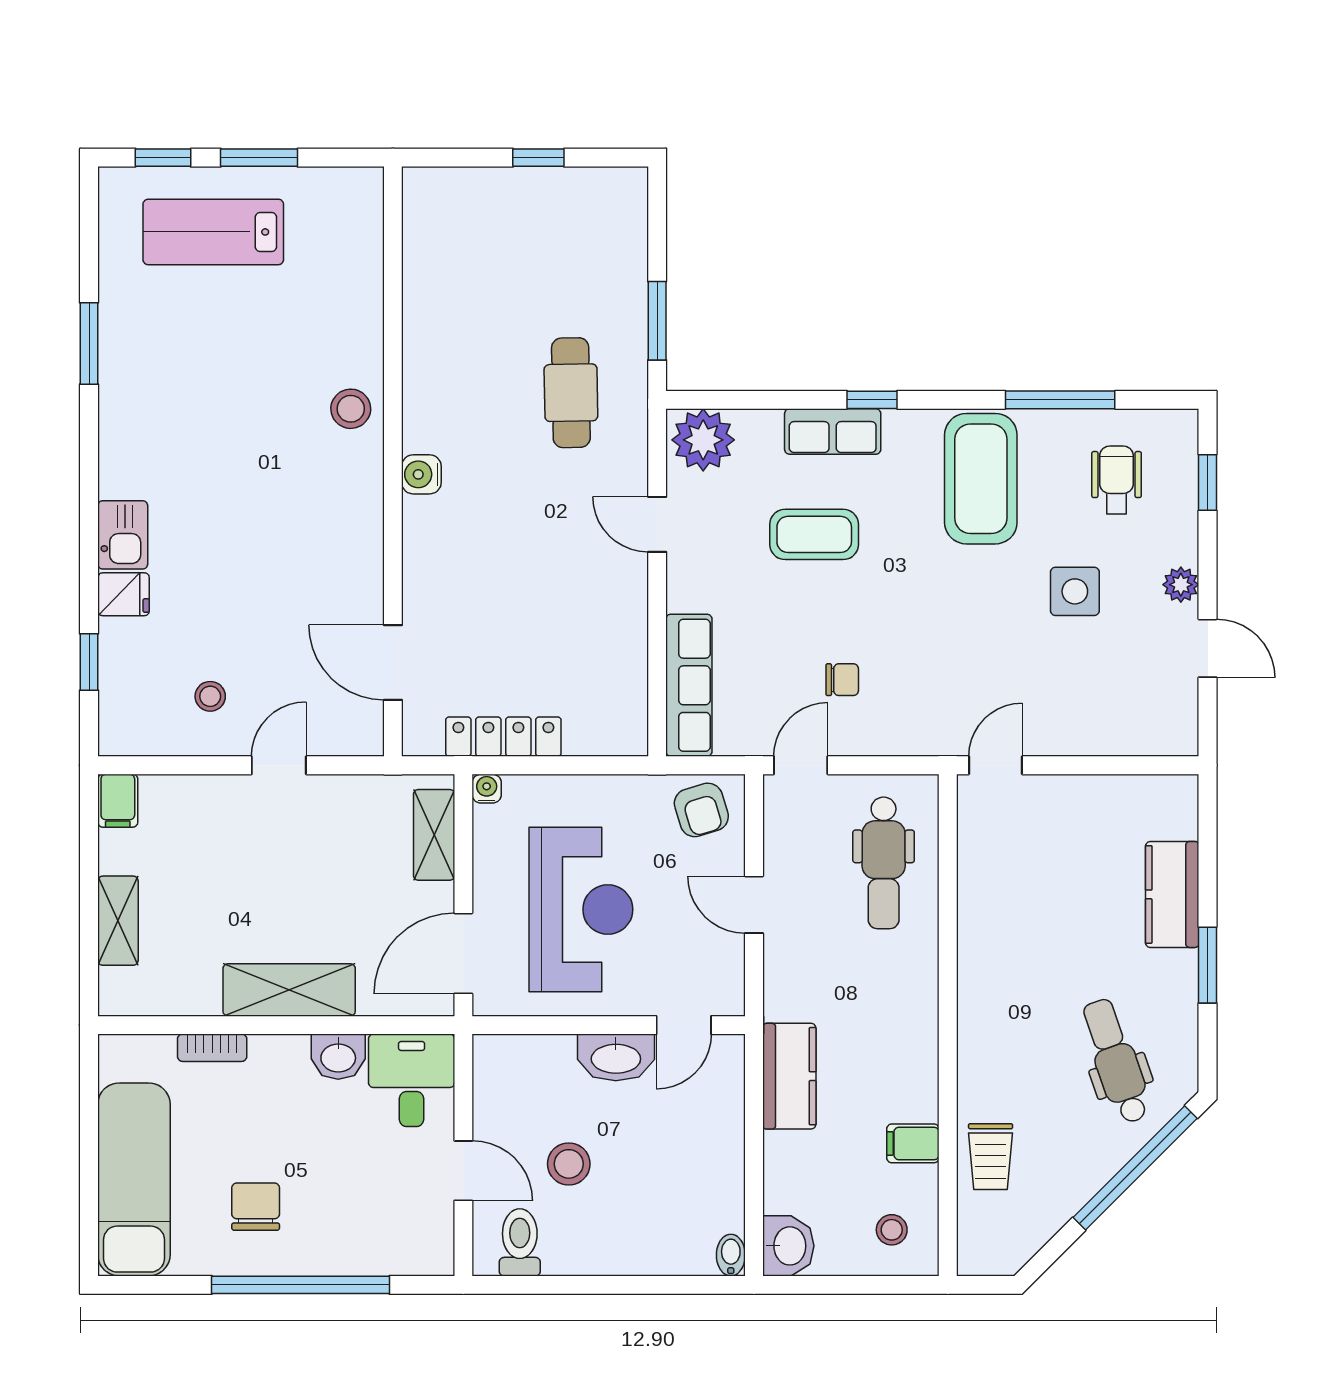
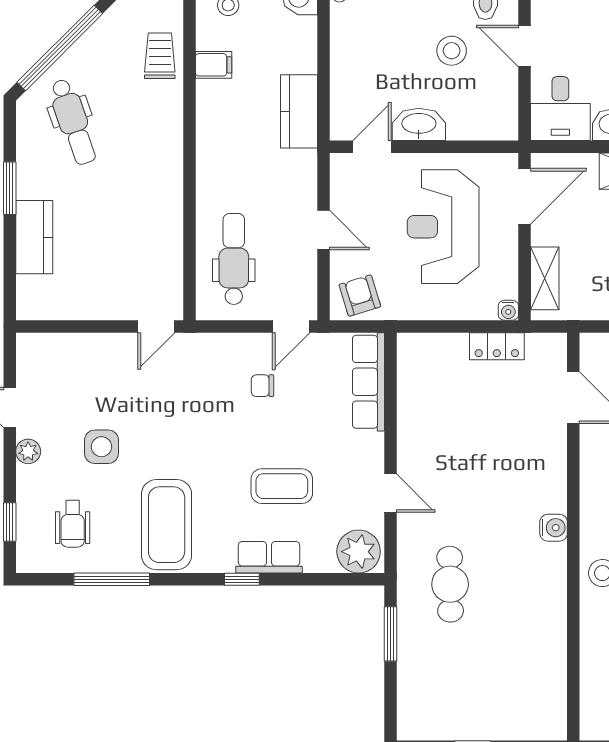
locker: (503, 737) -> (497, 346), width x0.66

